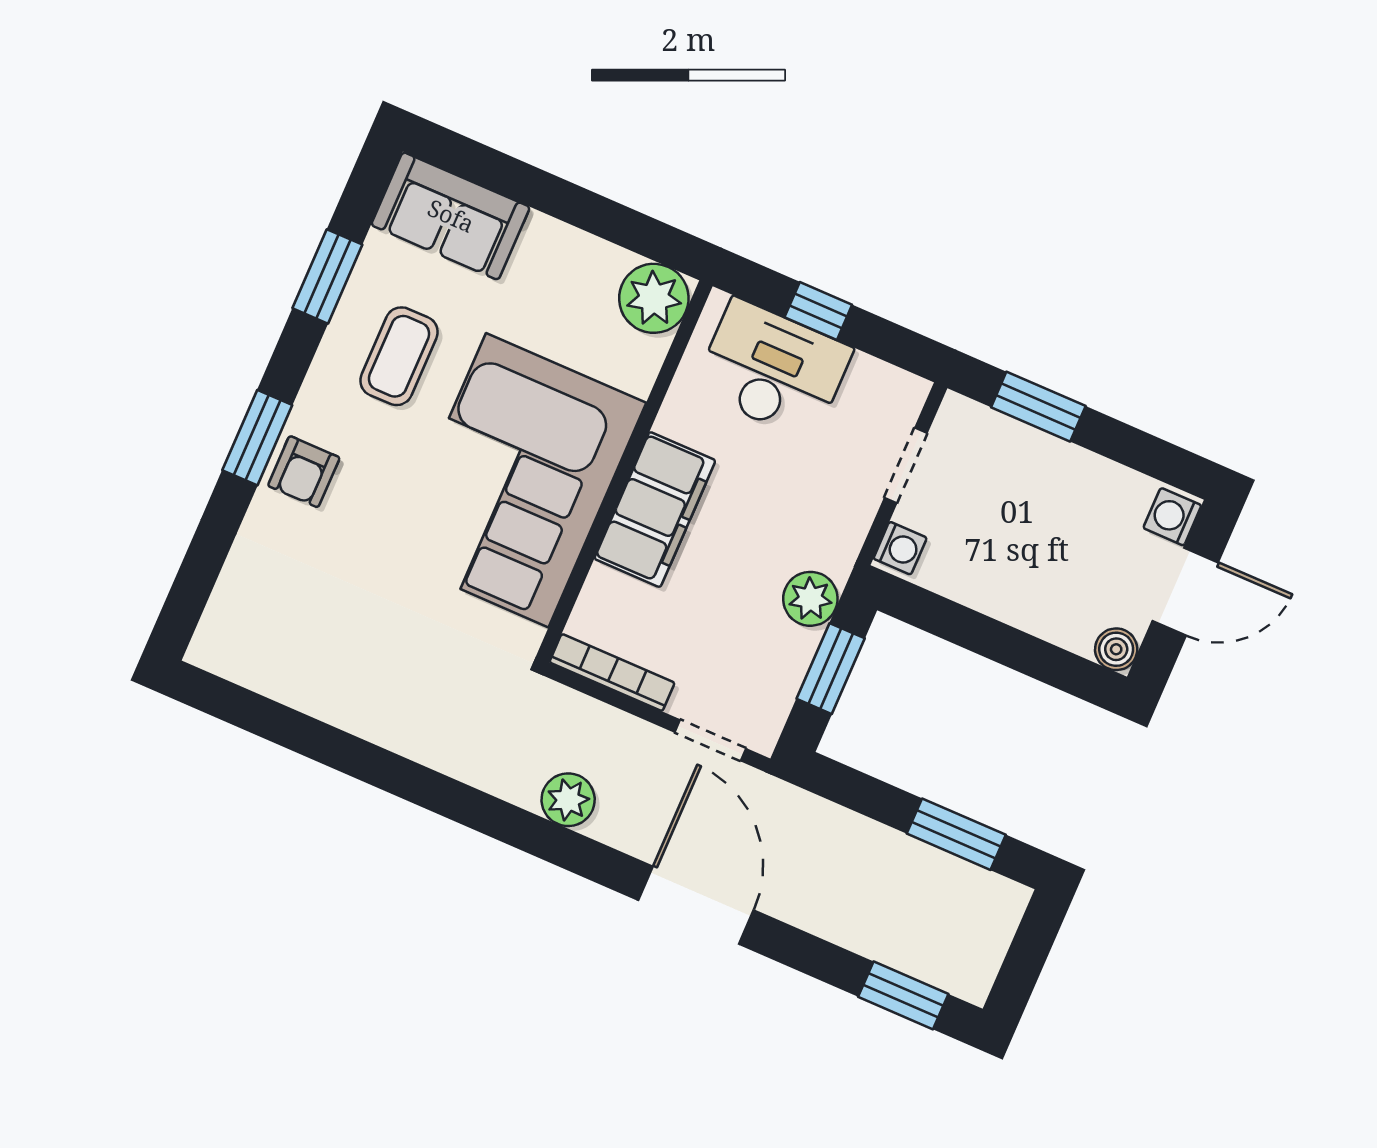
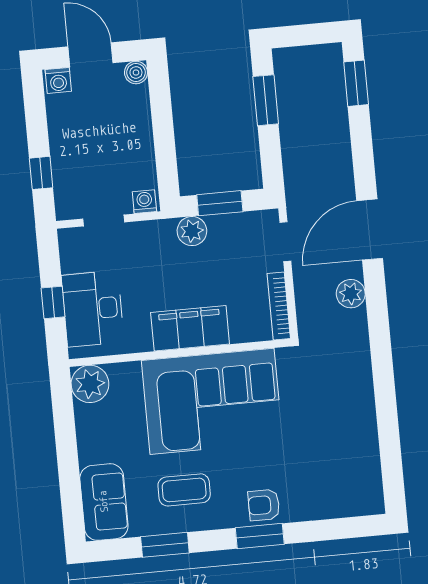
window: (1038, 407) -> (41, 173), width x0.67
armchair: (304, 472) -> (264, 505), turned 180
door: (696, 905) -> (370, 230), moved

